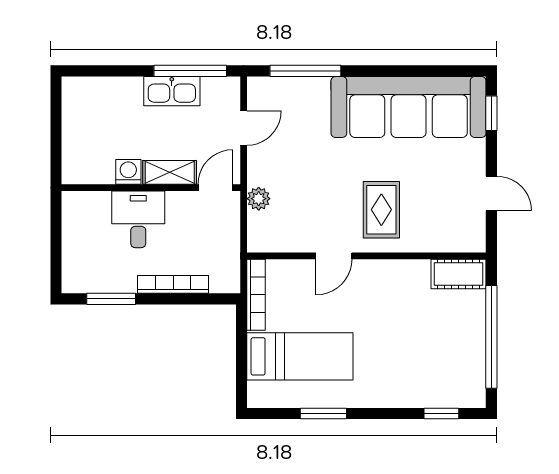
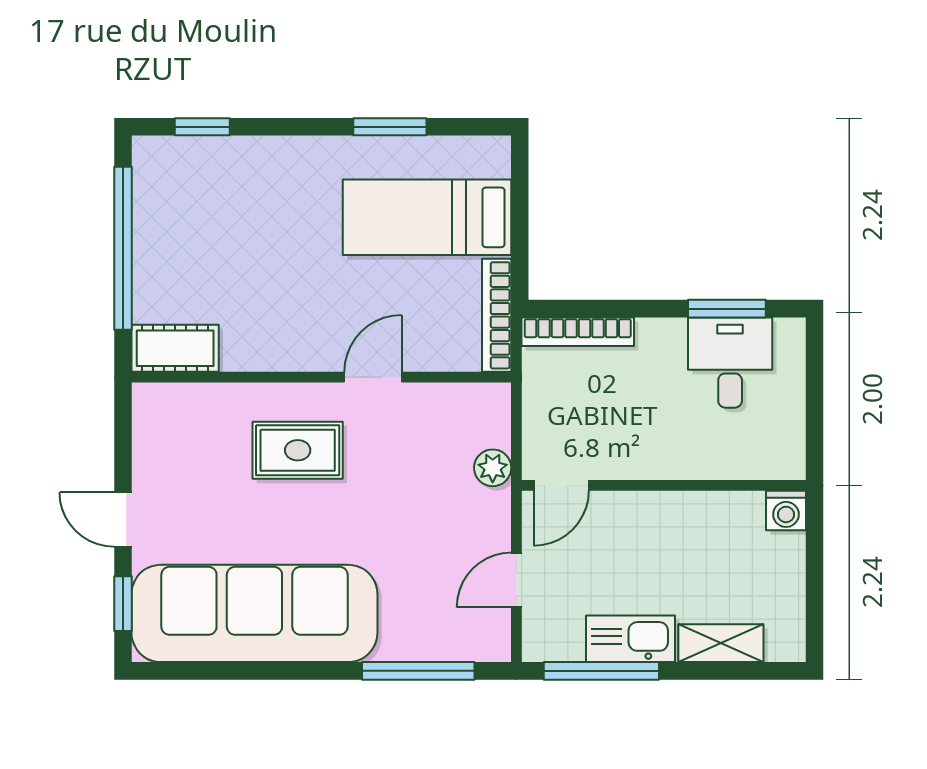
washing machine: (128, 172) -> (786, 510), moved
shelving: (170, 172) -> (721, 643), moved
door: (491, 193) -> (123, 519), moved
rug: (381, 210) -> (298, 450), turned 90
desk: (138, 219) -> (730, 363), moved, turned 180
bookcase: (173, 284) -> (578, 332), moved

